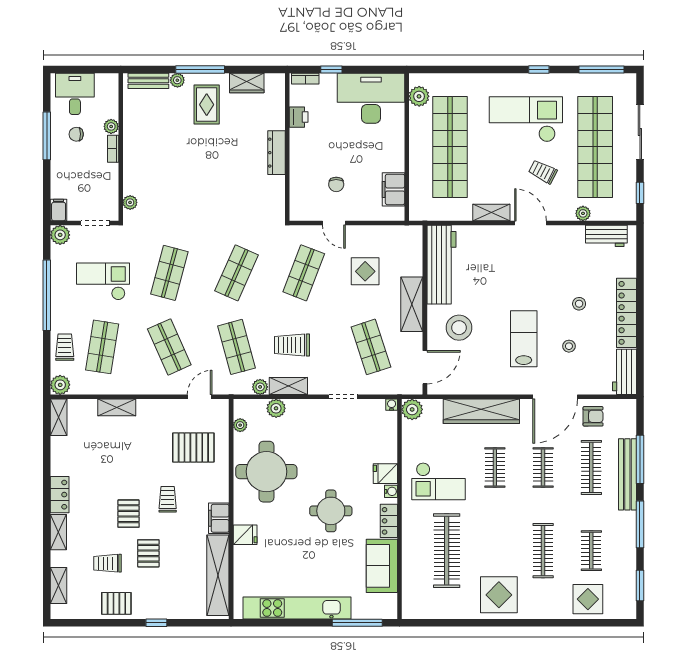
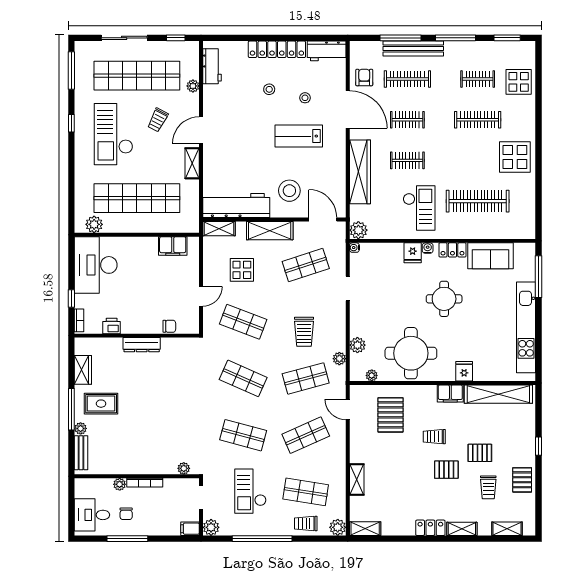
bookcase: (113, 149) -> (145, 483), width x1.56
chair: (336, 184) -> (169, 326), moved
shelving: (288, 386) -> (219, 229), moved, turned 90

